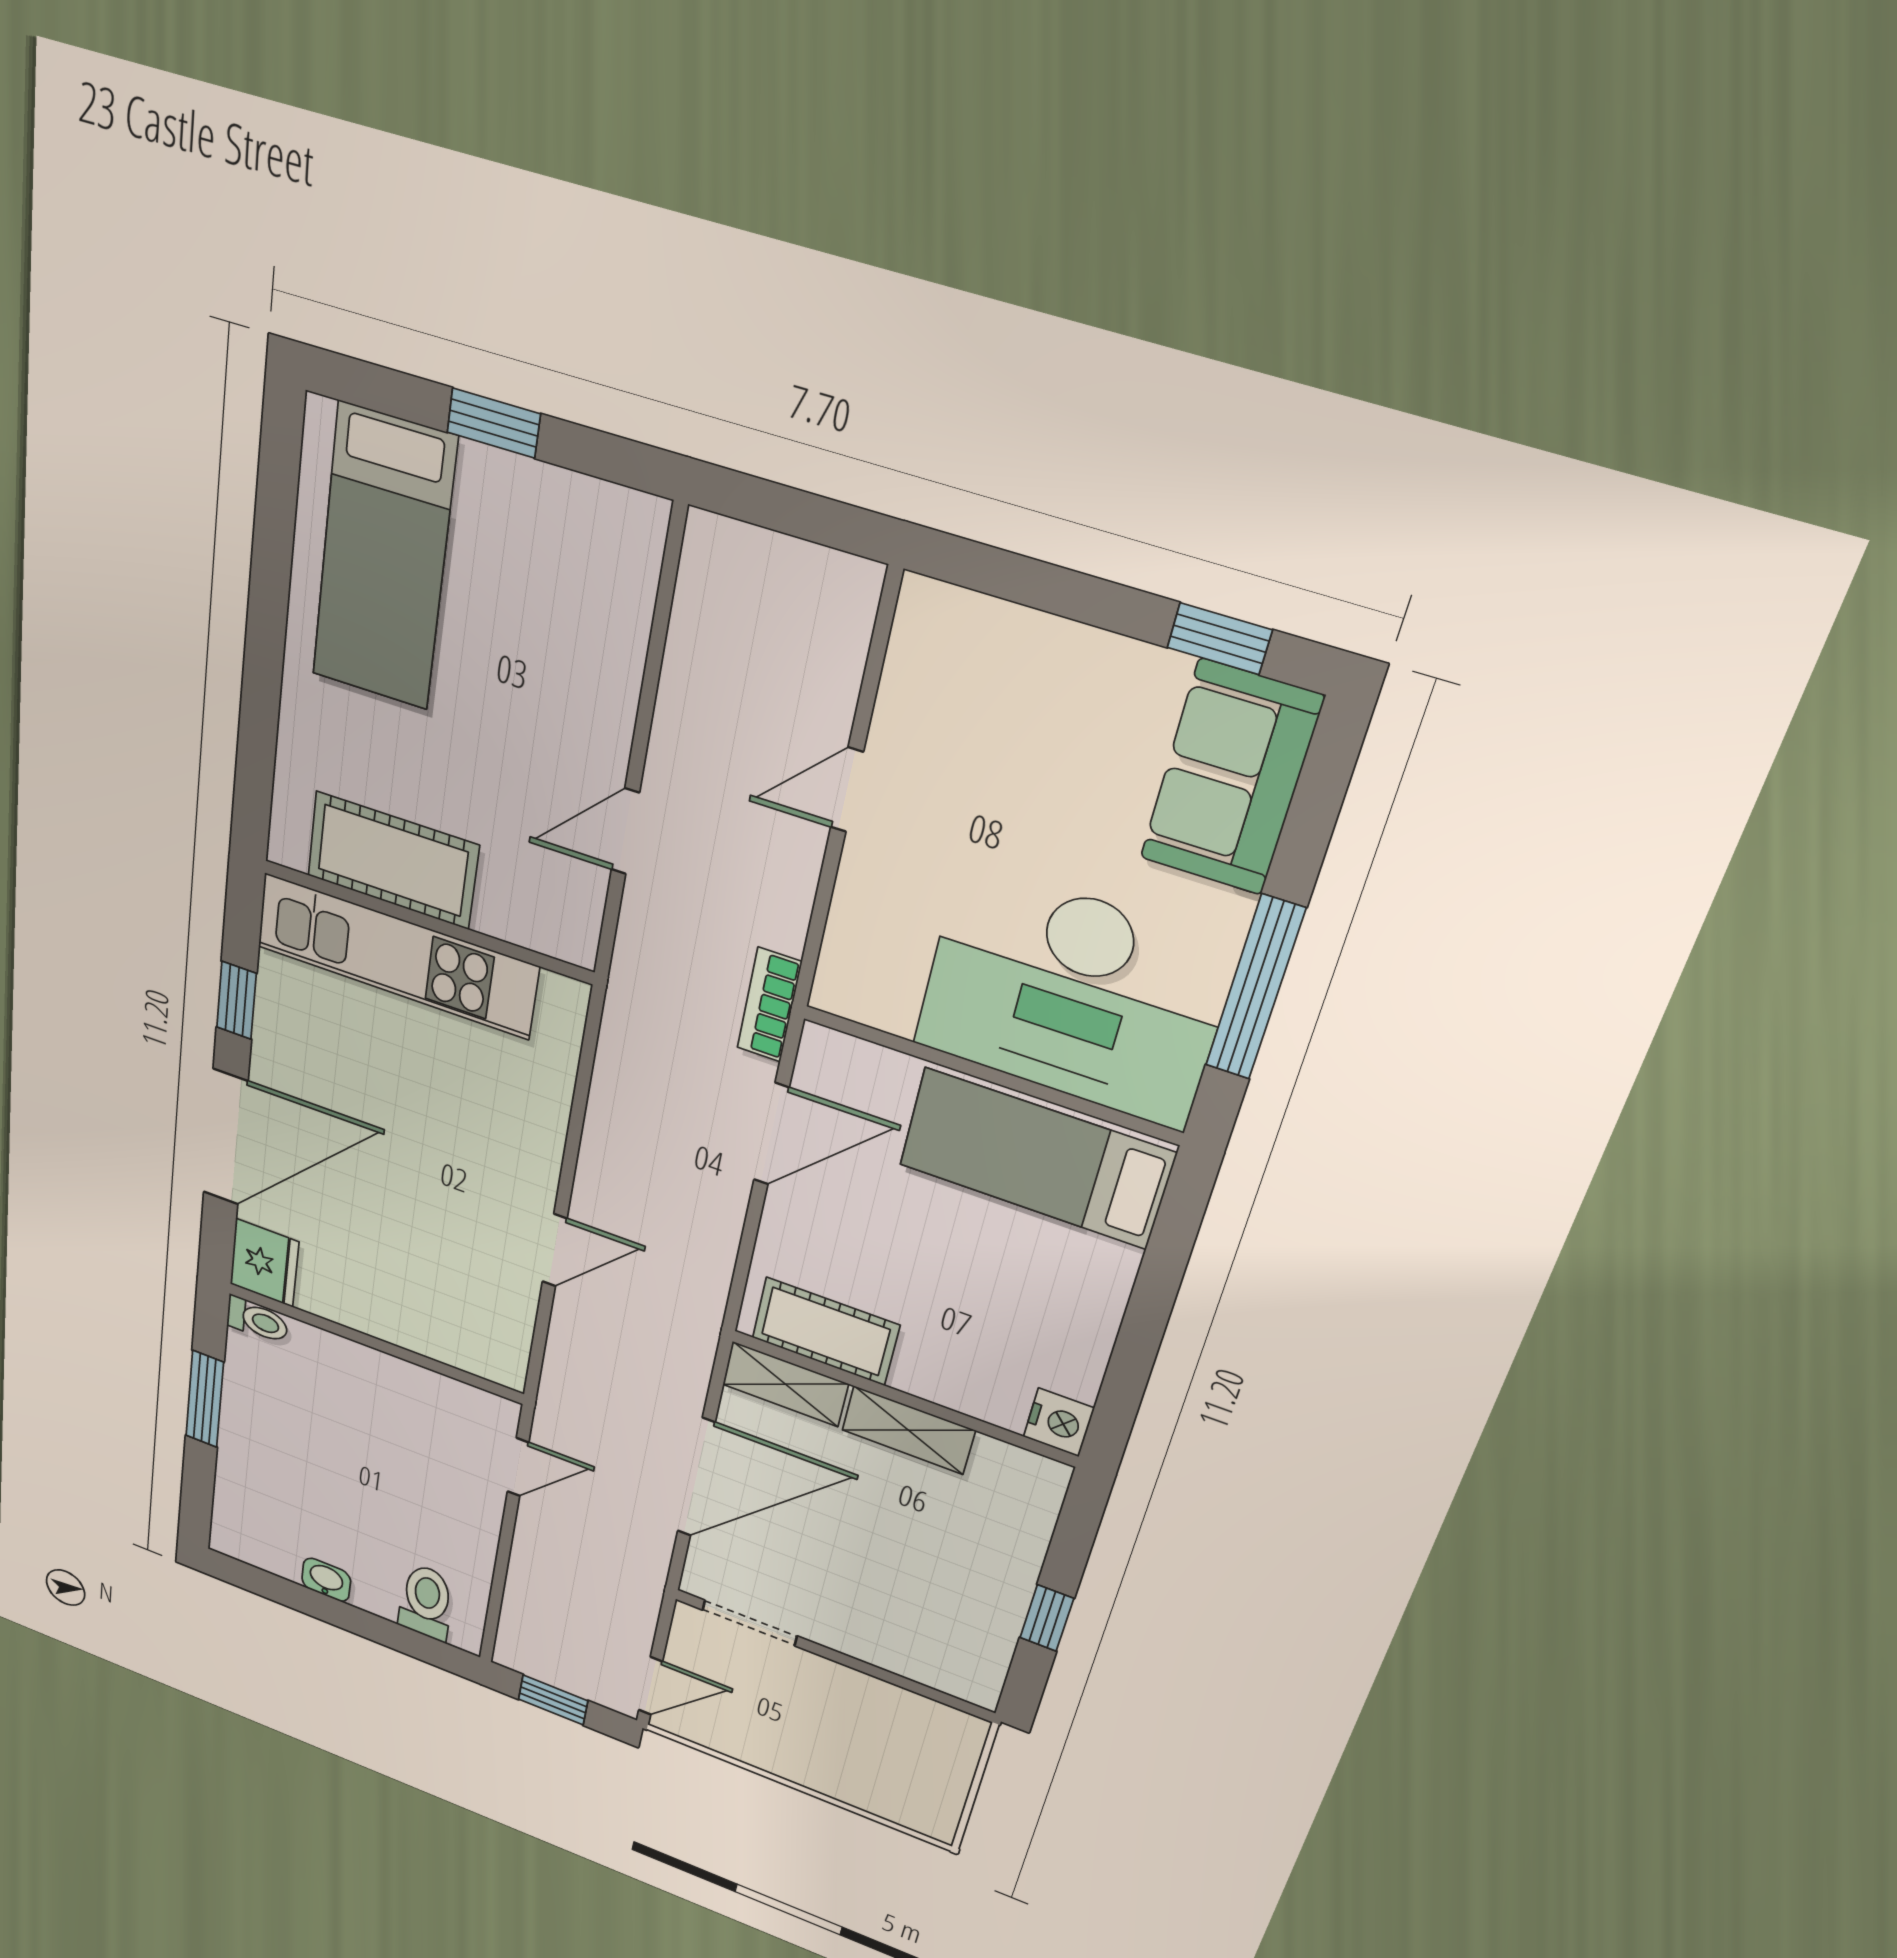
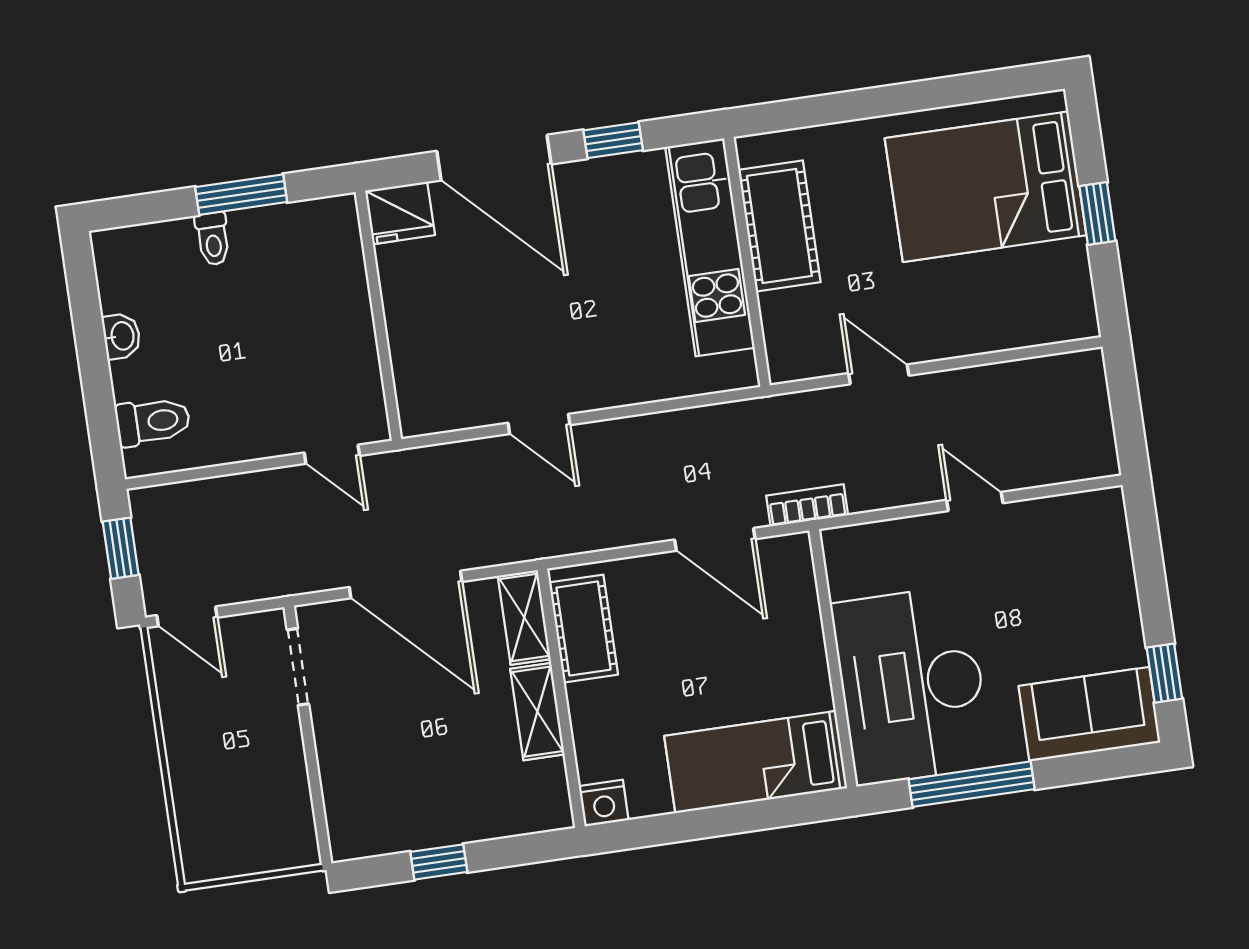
bed: (384, 558) -> (986, 187), width x1.50
bed: (1036, 1159) -> (756, 762), moved, turned -90
toilet: (257, 1320) -> (213, 239), moved

